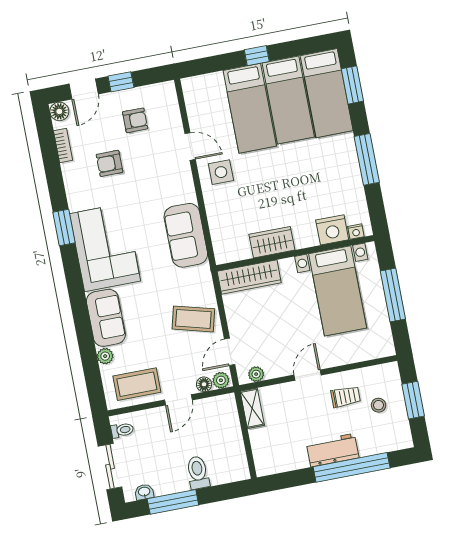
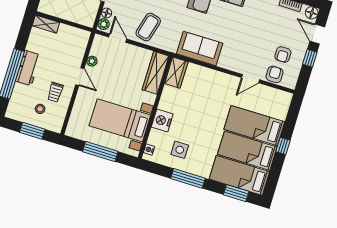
armchair: (109, 163) -> (275, 74), moved
side table: (221, 172) -> (180, 150), moved
nightstand: (332, 230) -> (162, 120), moved
wardrobe: (272, 242) -> (176, 73), moved
plant: (256, 374) -> (92, 61), moved
shelving: (252, 408) -> (46, 24), moved

